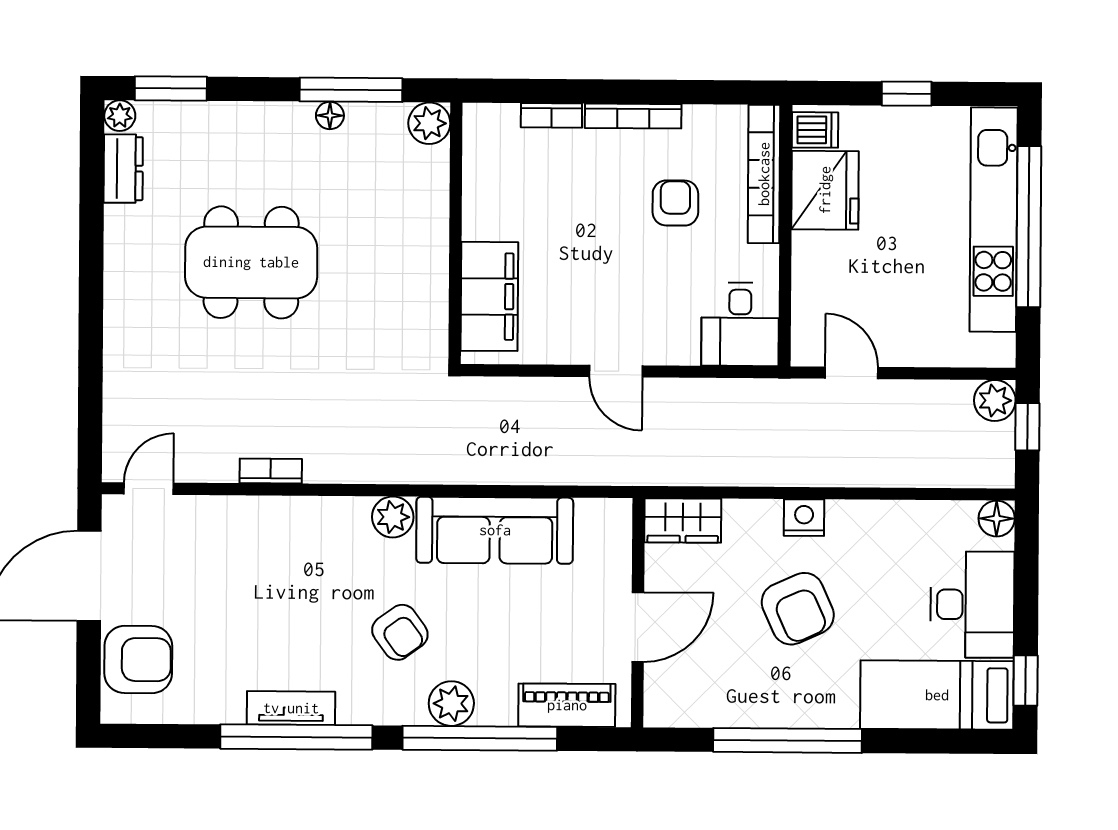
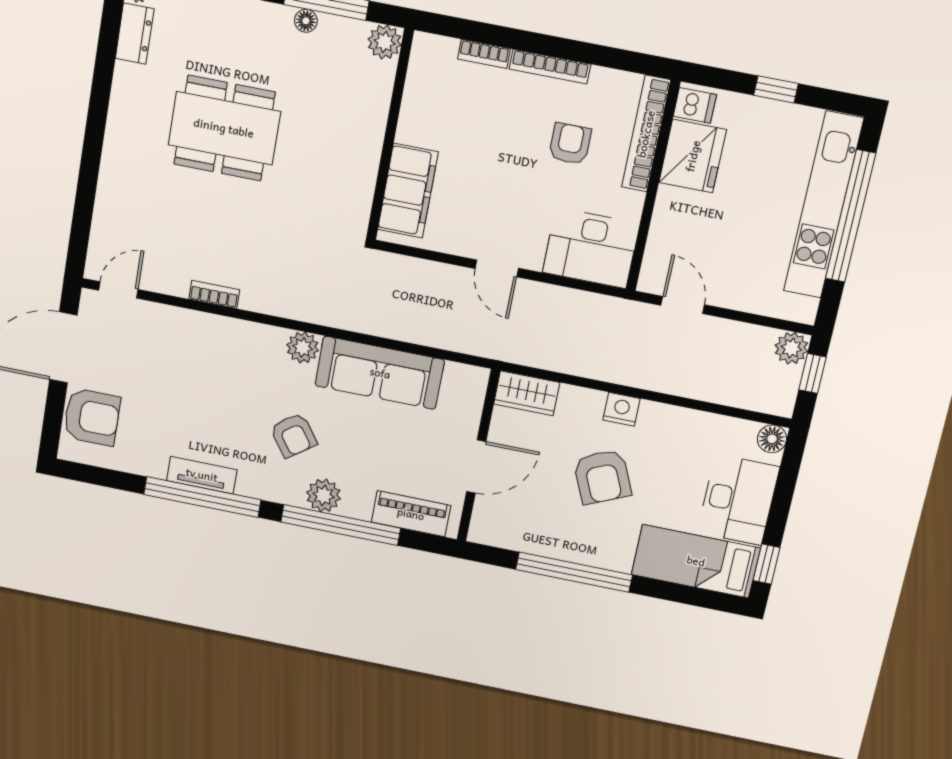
desk: (740, 324) -> (591, 248), width x1.37

